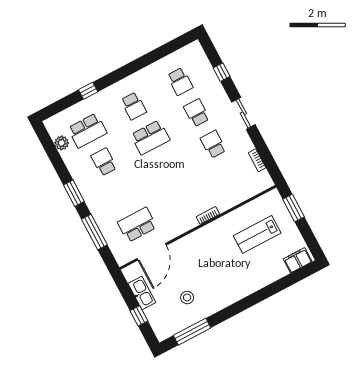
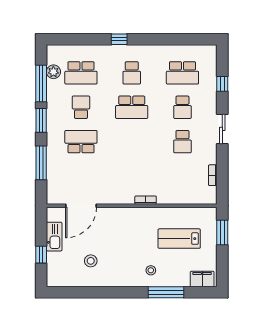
school desk: (180, 81) -> (182, 73), width x1.85
window: (88, 91) -> (119, 39), moved
school desk: (197, 113) -> (182, 107), turned 180
school desk: (213, 144) -> (182, 142), turned 180
window: (56, 159) -> (41, 83), added
school desk: (137, 225) -> (81, 142), moved
stool: (247, 277) -> (151, 270), added
window: (192, 332) -> (166, 292), moved

